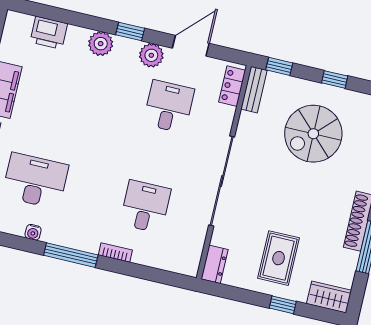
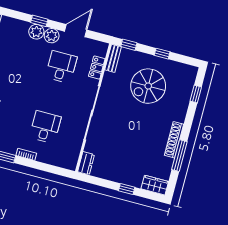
plant: (101, 44) -> (36, 32), moved
locker: (232, 86) -> (97, 68), moved
rug: (279, 258) -> (125, 161), removed

